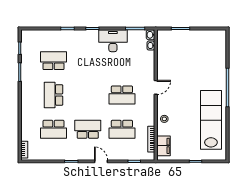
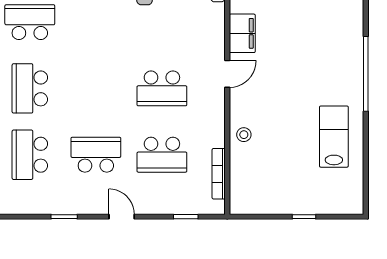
lab bench: (211, 120) -> (334, 137), width x0.54, depth x0.72
school desk: (54, 129) -> (30, 155), turned 90
filing cabinet: (163, 146) -> (242, 33), moved

